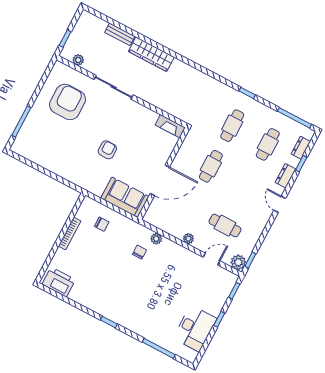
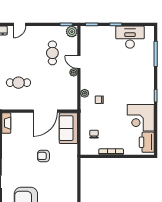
door: (160, 180) -> (45, 111), swing flipped
door: (212, 259) -> (79, 62), moved
corner desk: (92, 290) -> (141, 118), added

